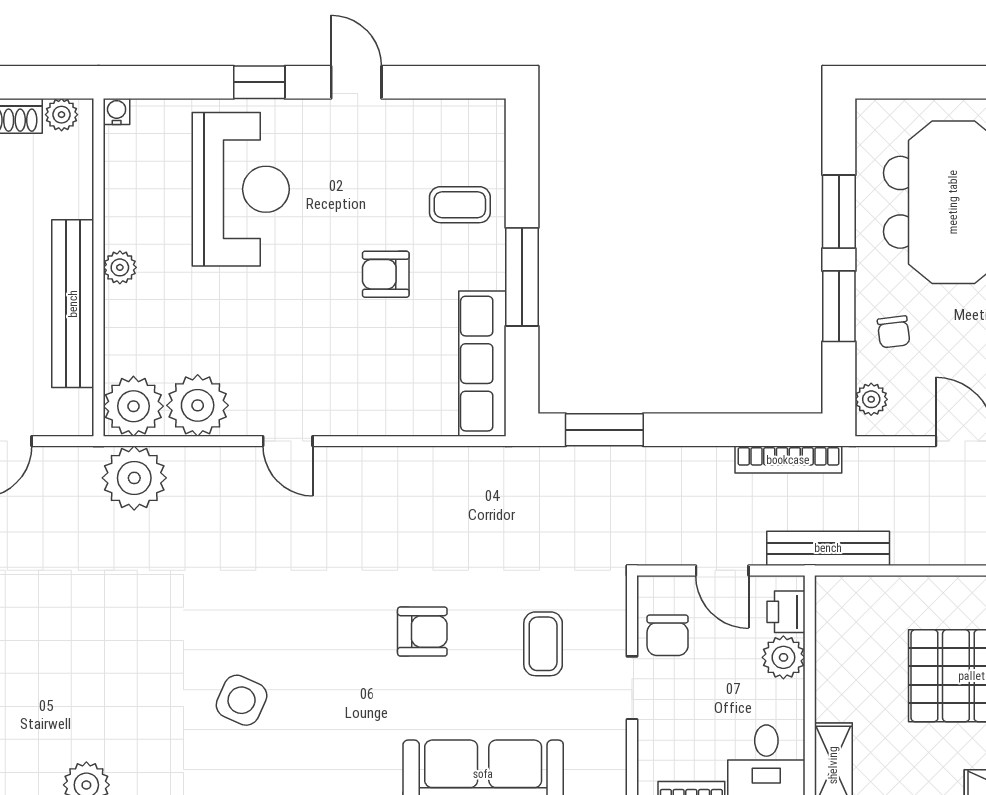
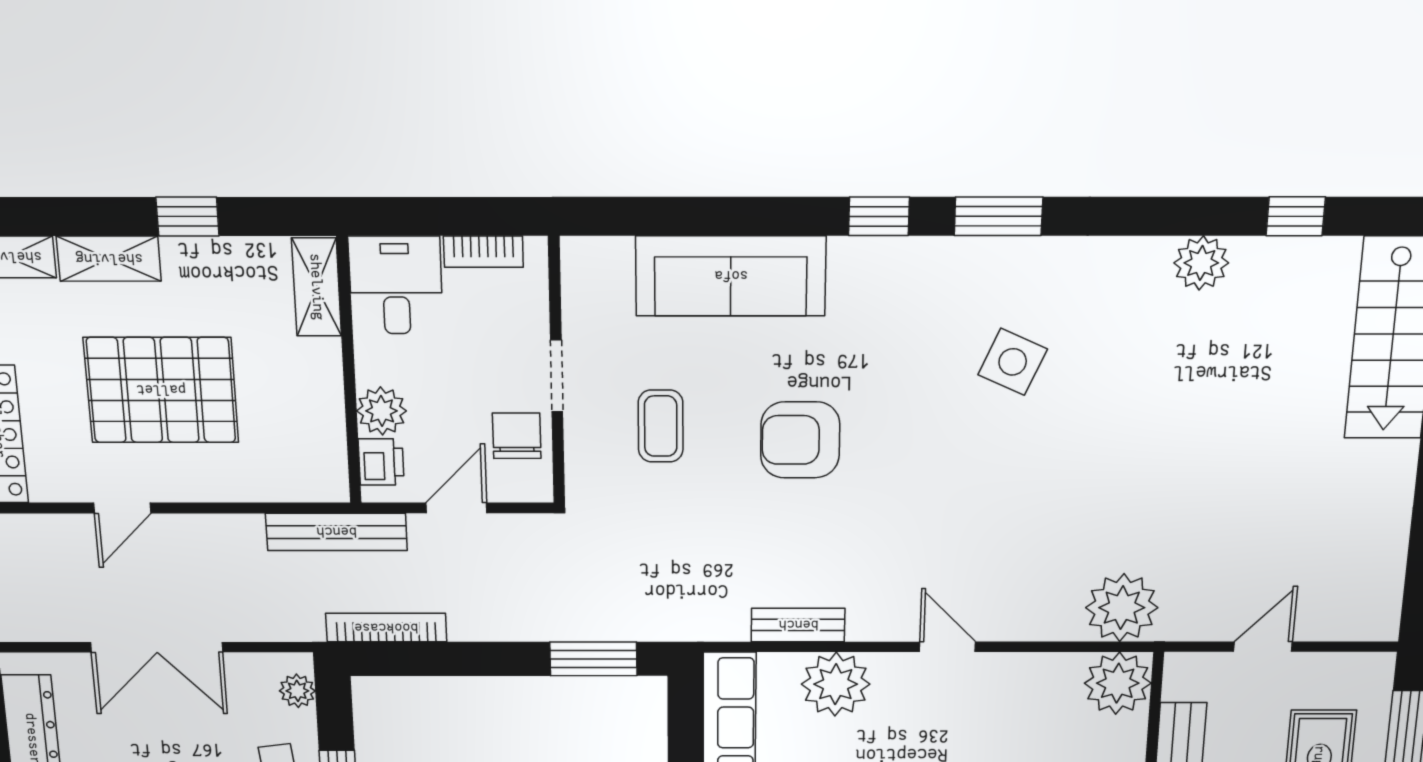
plant: (198, 405) -> (836, 684), moved
bench: (422, 462) -> (798, 625), added
door: (722, 570) -> (456, 508), hinge flipped
armchair: (422, 632) -> (800, 440), width x1.38, depth x1.38

